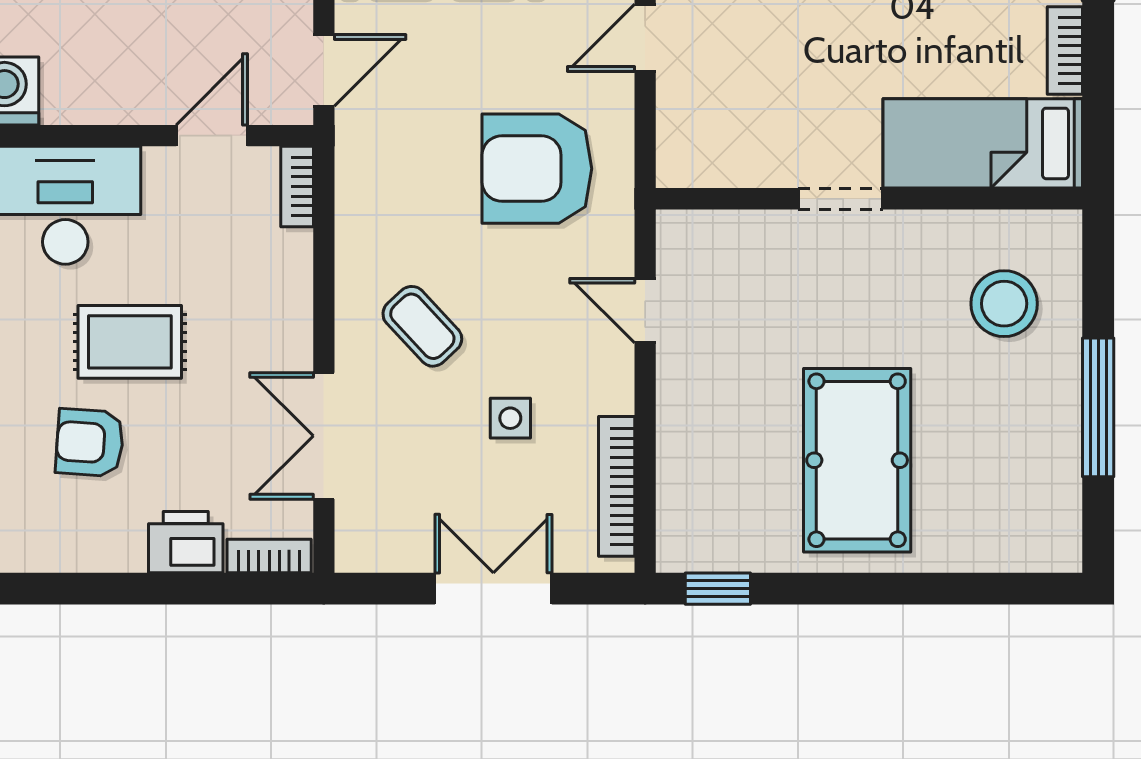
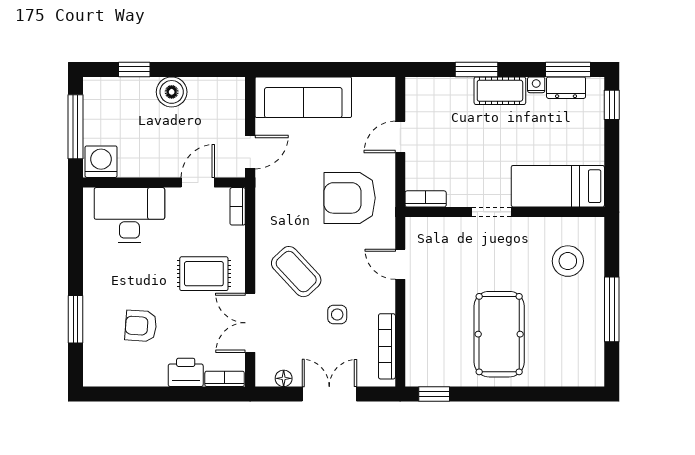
bookcase: (1065, 50) -> (426, 199), moved, turned 90
coffee table: (422, 326) -> (296, 272), width x1.36, depth x1.30
rug: (130, 342) -> (204, 274), moved
floor lamp: (395, 555) -> (284, 378), added

